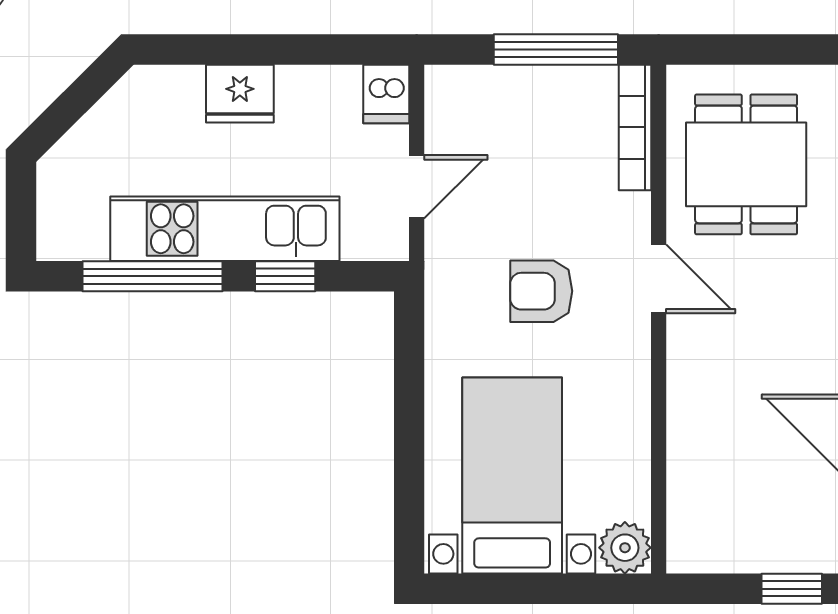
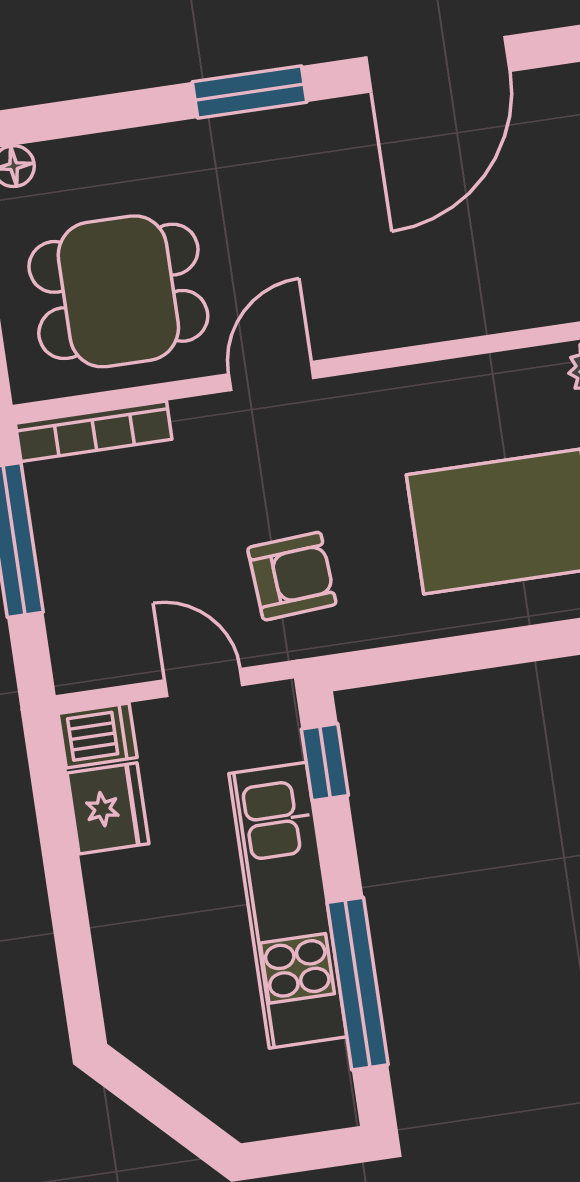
fridge: (240, 94) -> (108, 808), moved
window: (285, 276) -> (325, 762), moved
armchair: (541, 291) -> (292, 576), moved, turned -94

